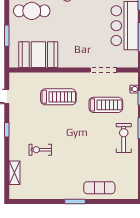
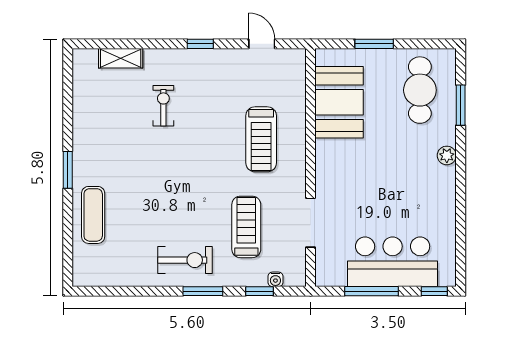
treadmill: (106, 105) -> (246, 227), turned 180

